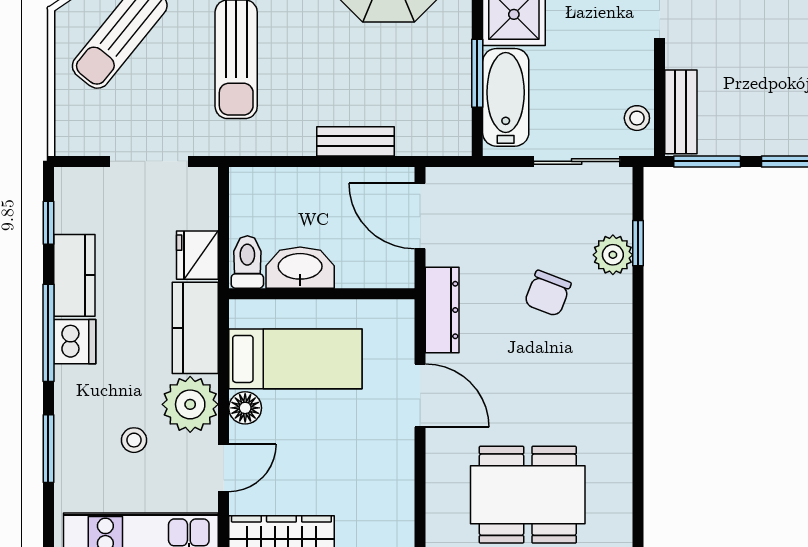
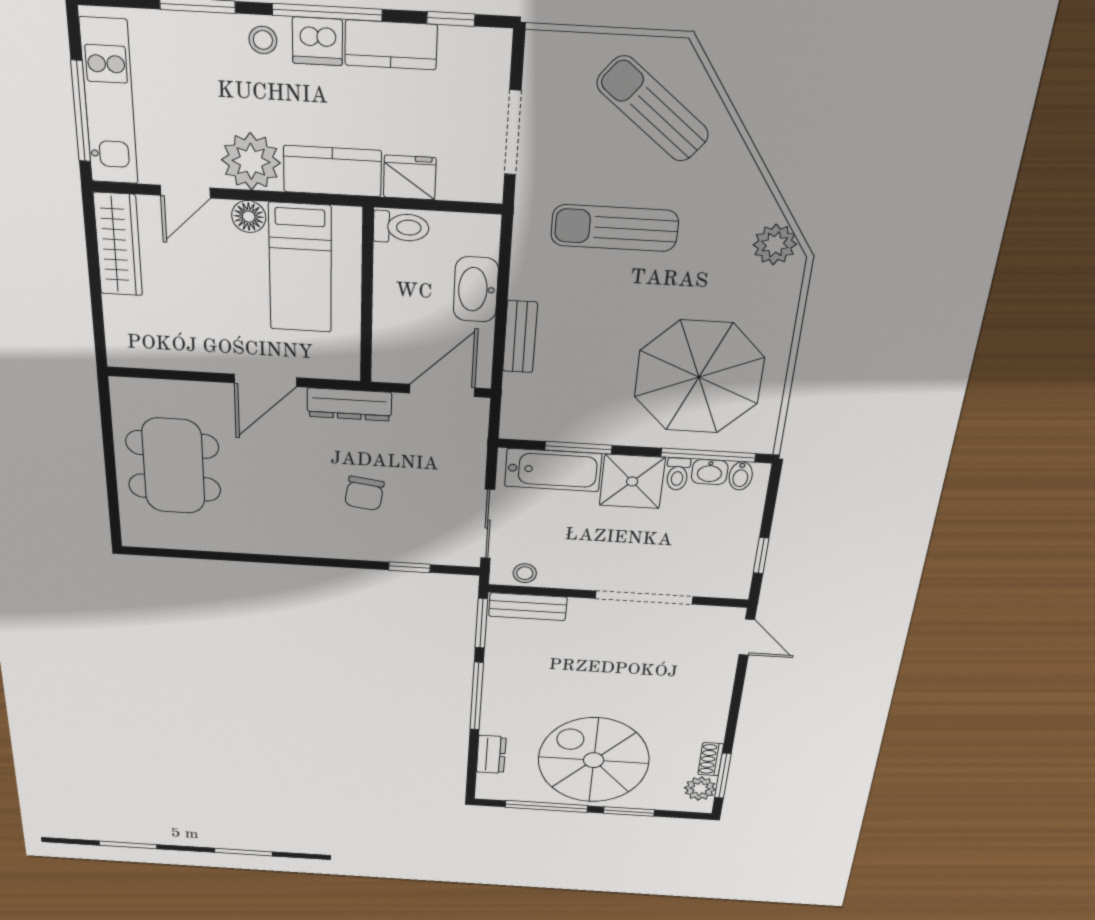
plant: (613, 255) -> (399, 547), removed
washbasin: (300, 268) -> (476, 289), moved, turned 180
chair: (548, 293) -> (364, 493), turned -103
stool: (134, 440) -> (263, 40), moved
door: (224, 468) -> (185, 192), hinge flipped

